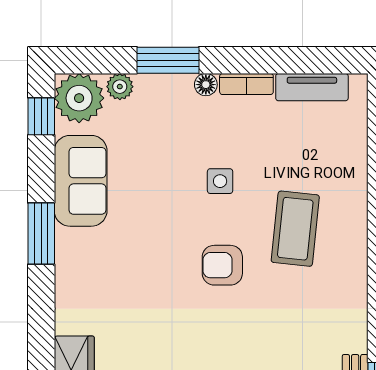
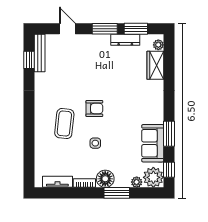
floor lamp: (206, 85) -> (105, 179), width x1.89, depth x1.89
window: (41, 234) -> (169, 134), moved

